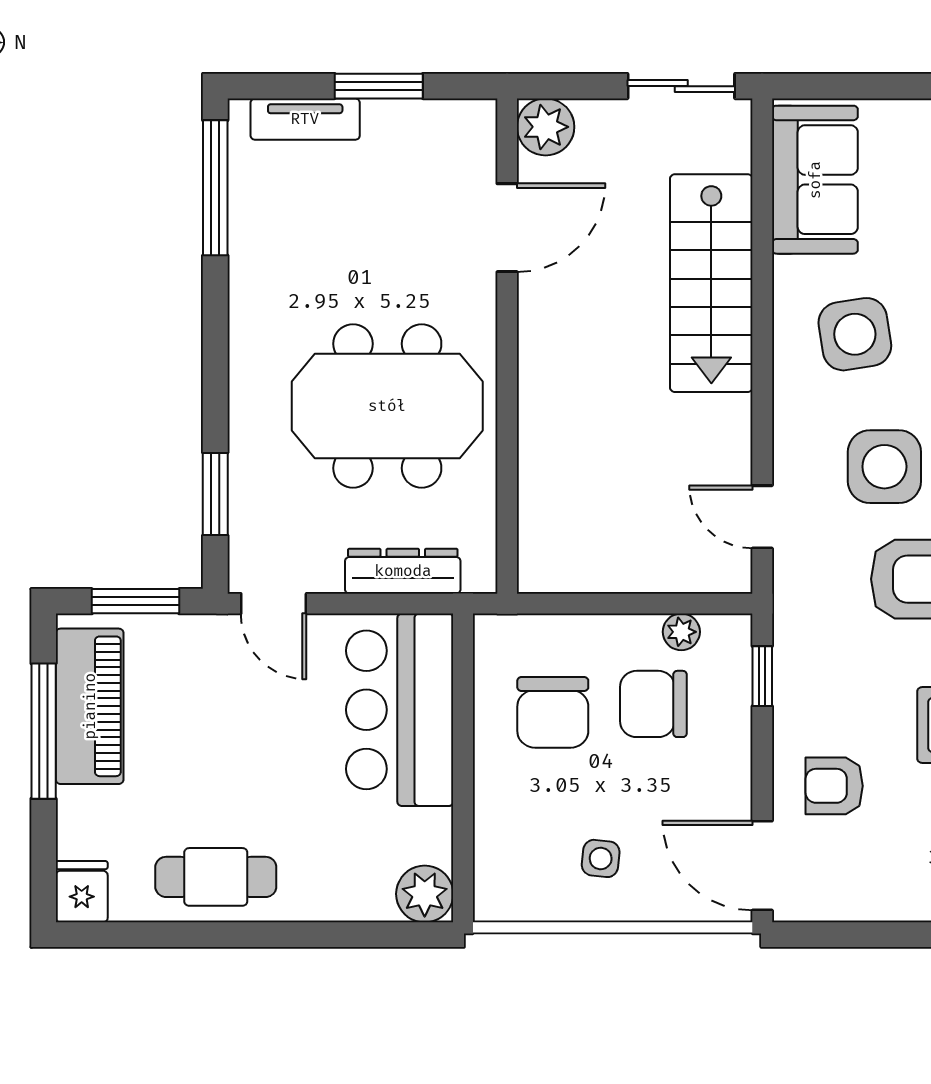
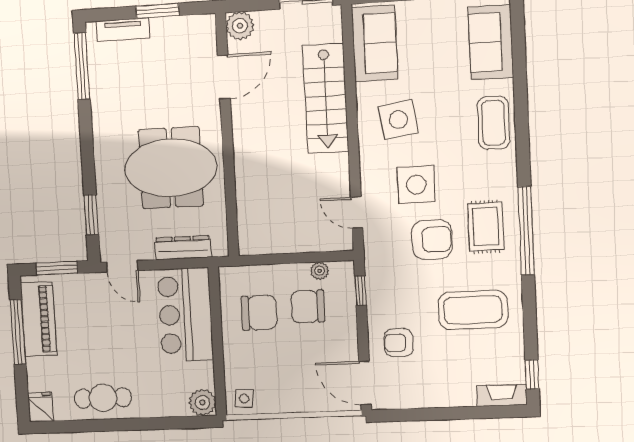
chair: (553, 712) -> (259, 313), turned -90
side table: (601, 858) -> (244, 399), moved

